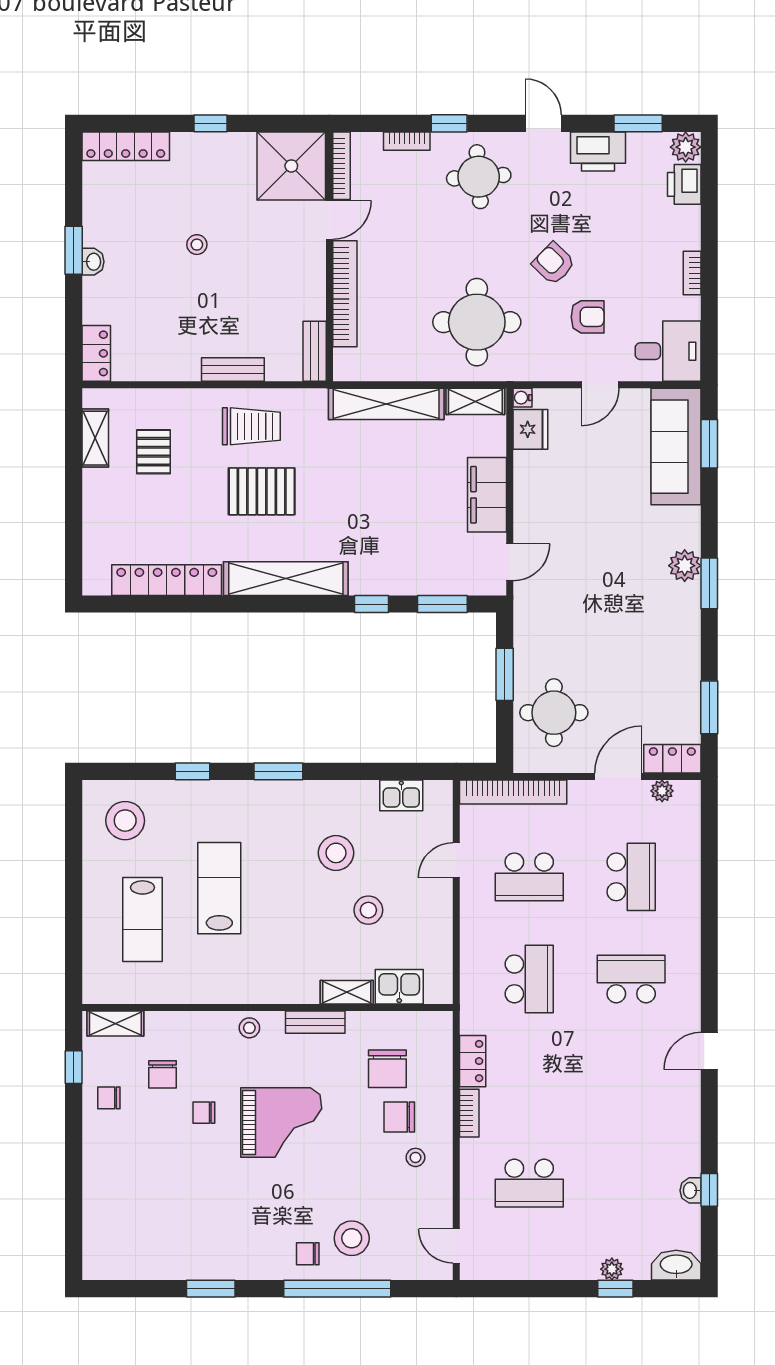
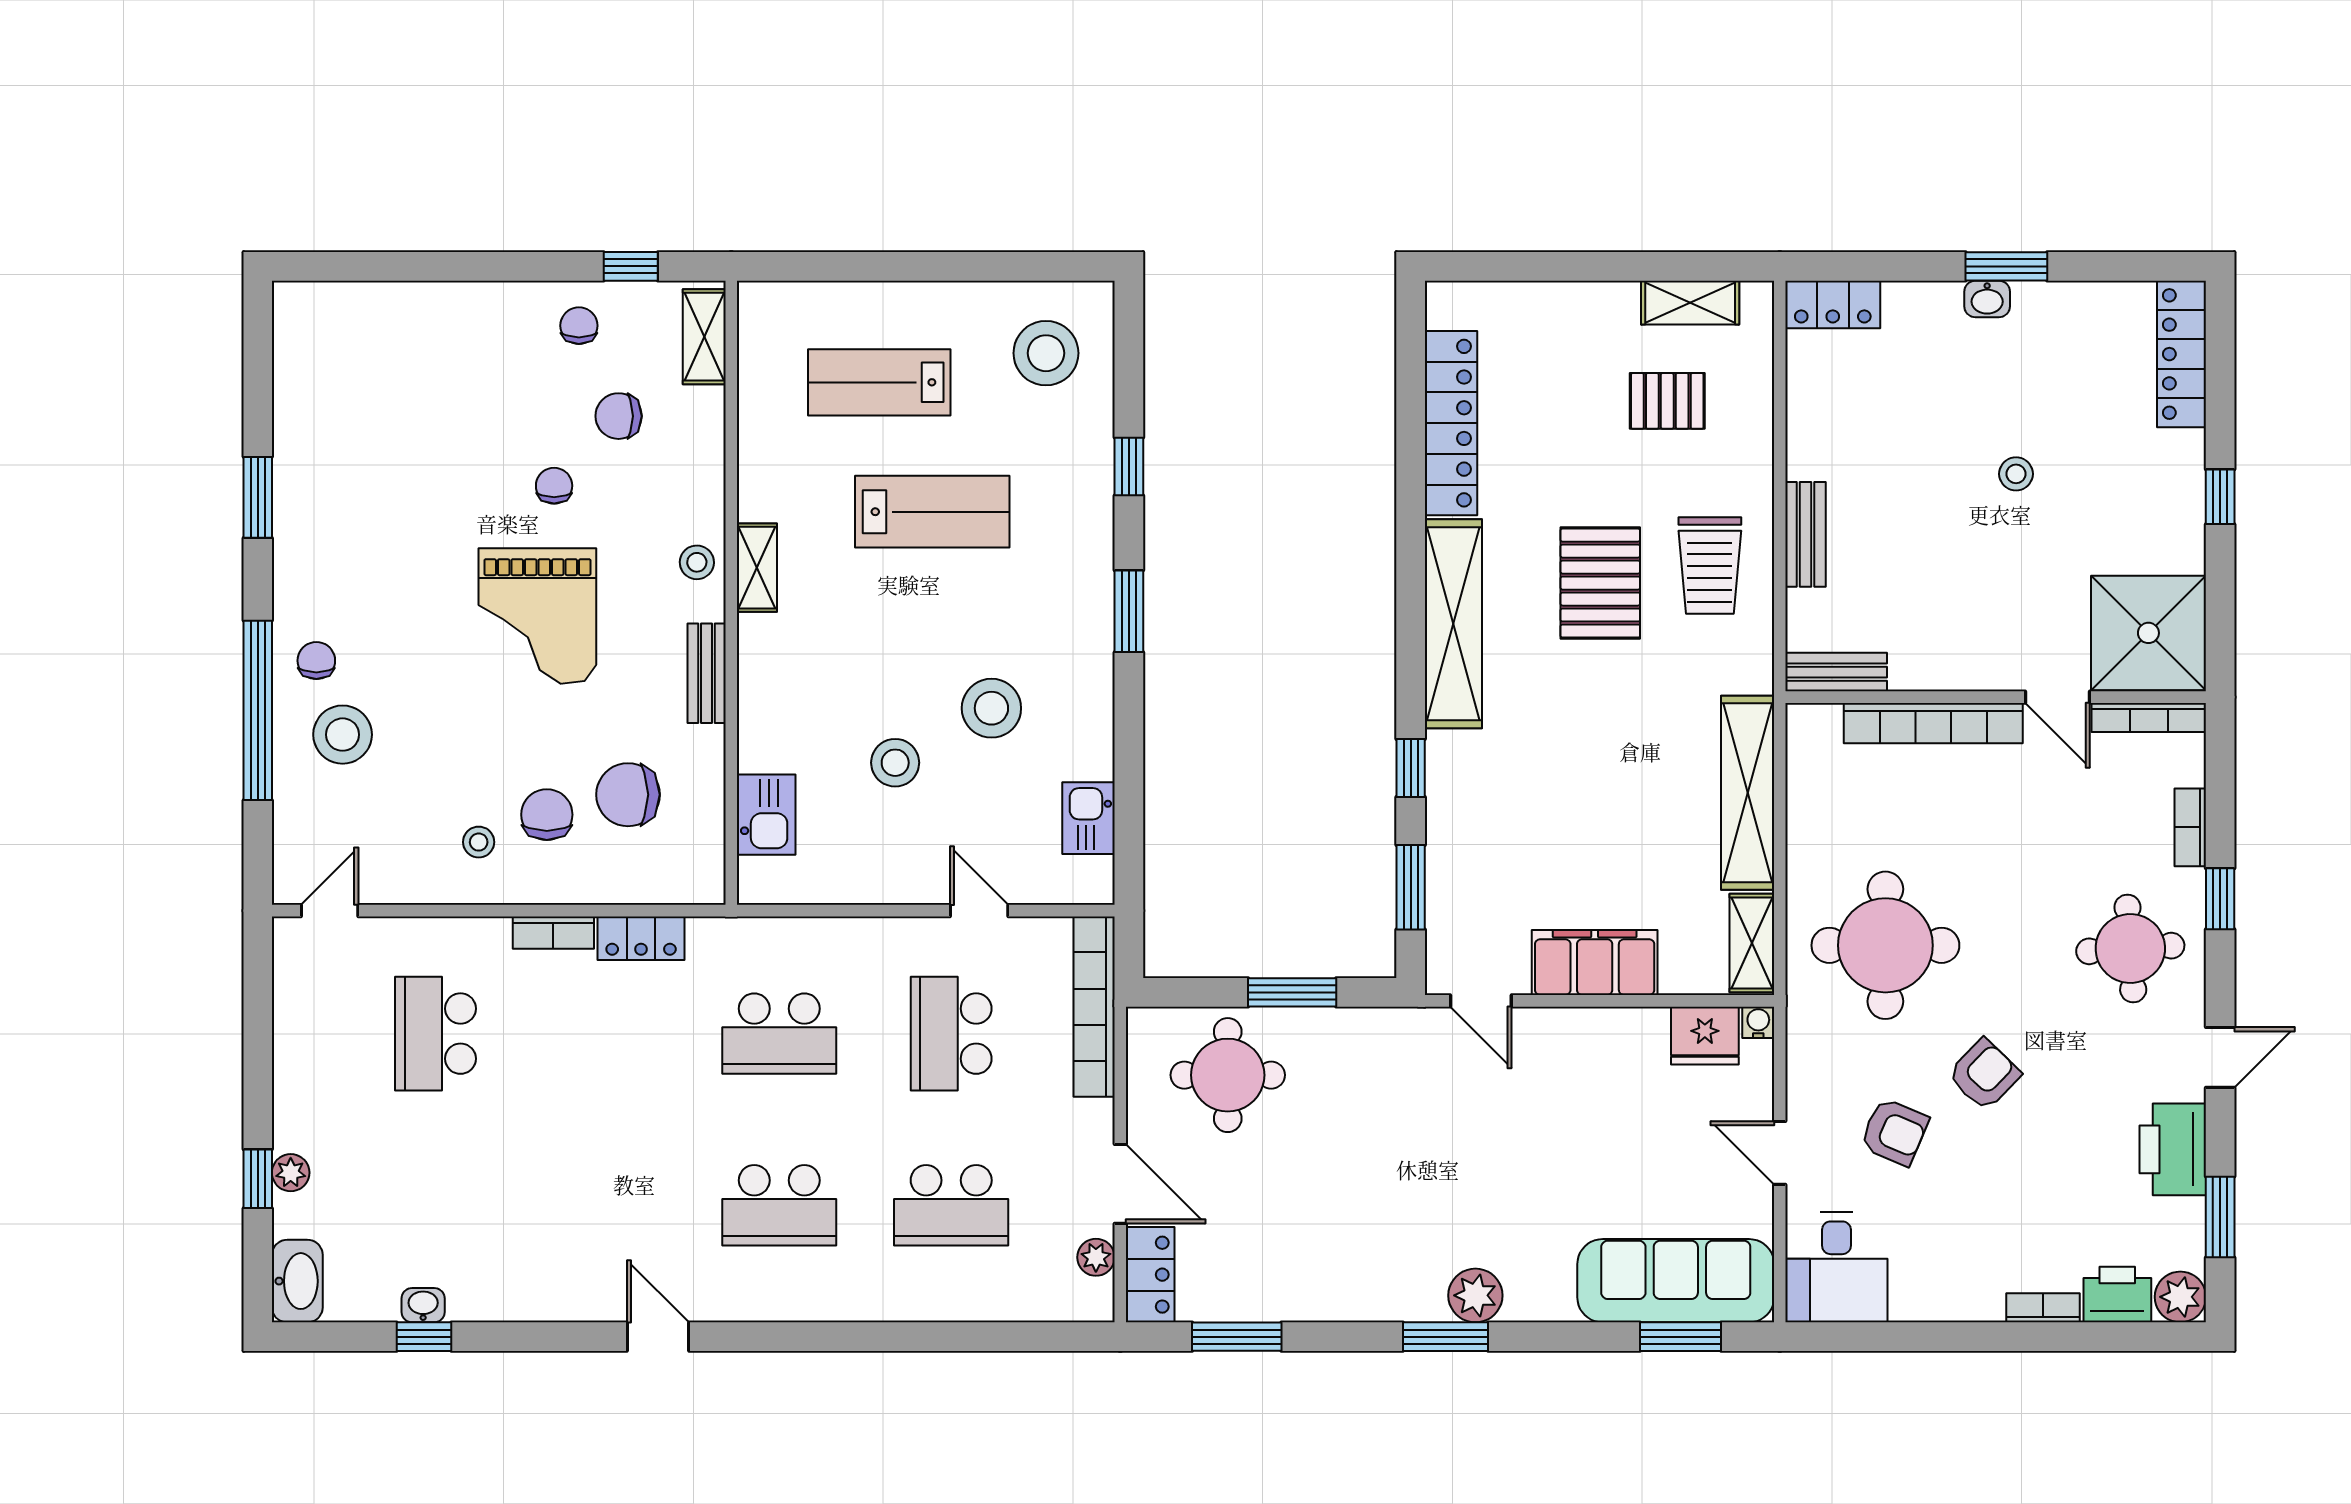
bookcase: (692, 273) -> (2043, 1308), moved
armchair: (588, 317) -> (1894, 1132), turned -67
school desk: (631, 979) -> (779, 1205), turned 90
shelving: (347, 992) -> (757, 568), moved

